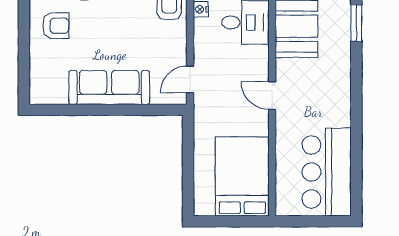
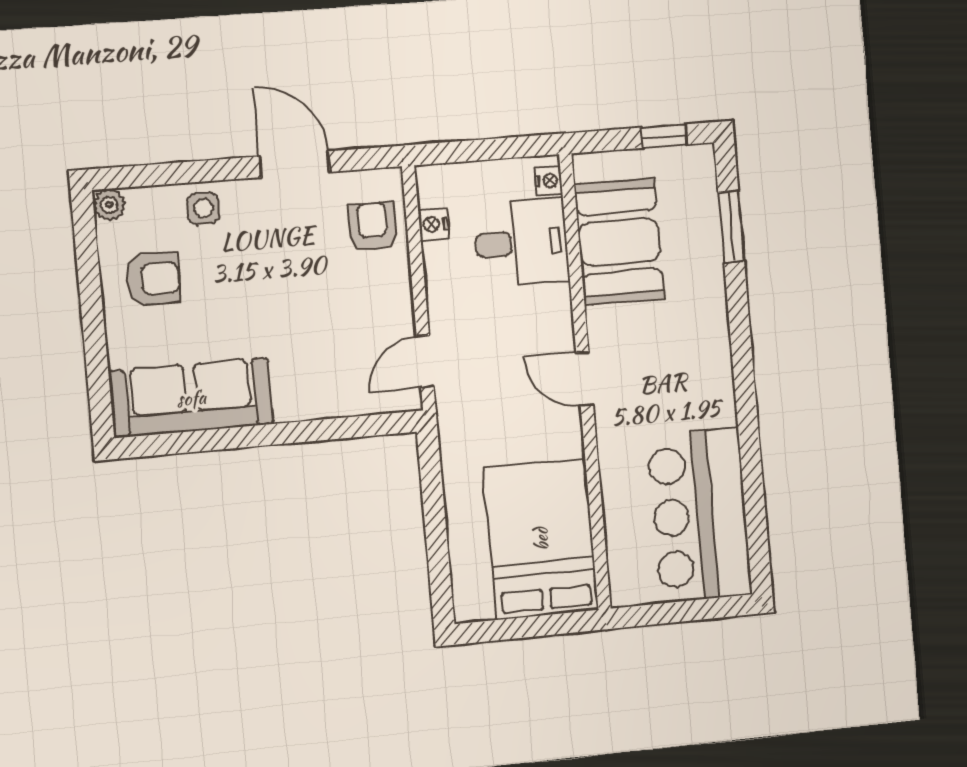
sofa: (109, 87) -> (191, 398), moved

